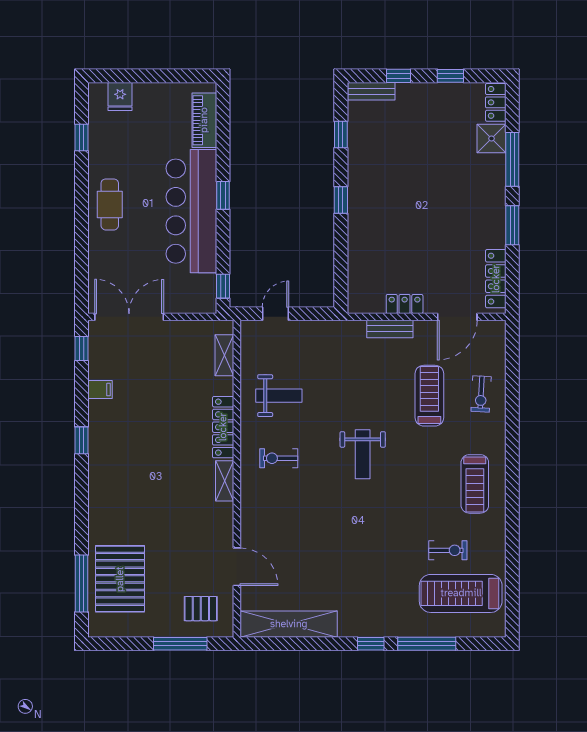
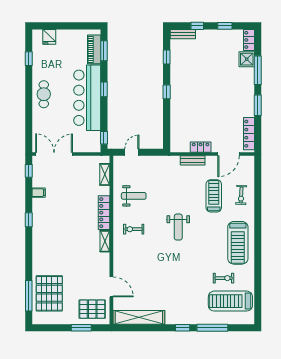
window: (223, 123) -> (104, 51), added
treadmill: (475, 484) -> (238, 243), width x1.37, depth x1.38
pallet: (201, 609) -> (92, 309), width x1.50, depth x1.42
window: (180, 644) -> (81, 328), width x0.69

